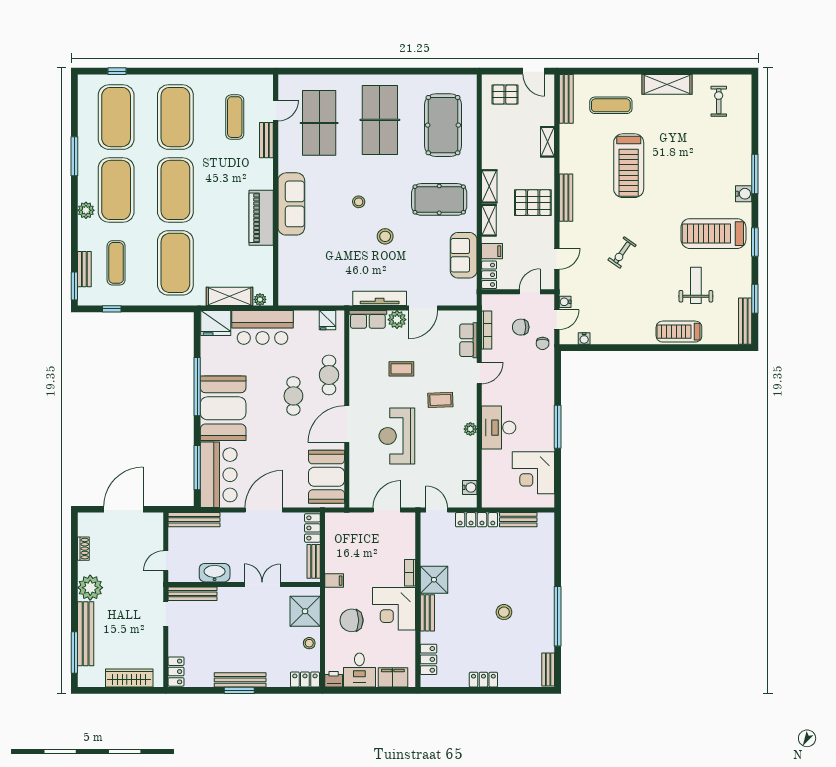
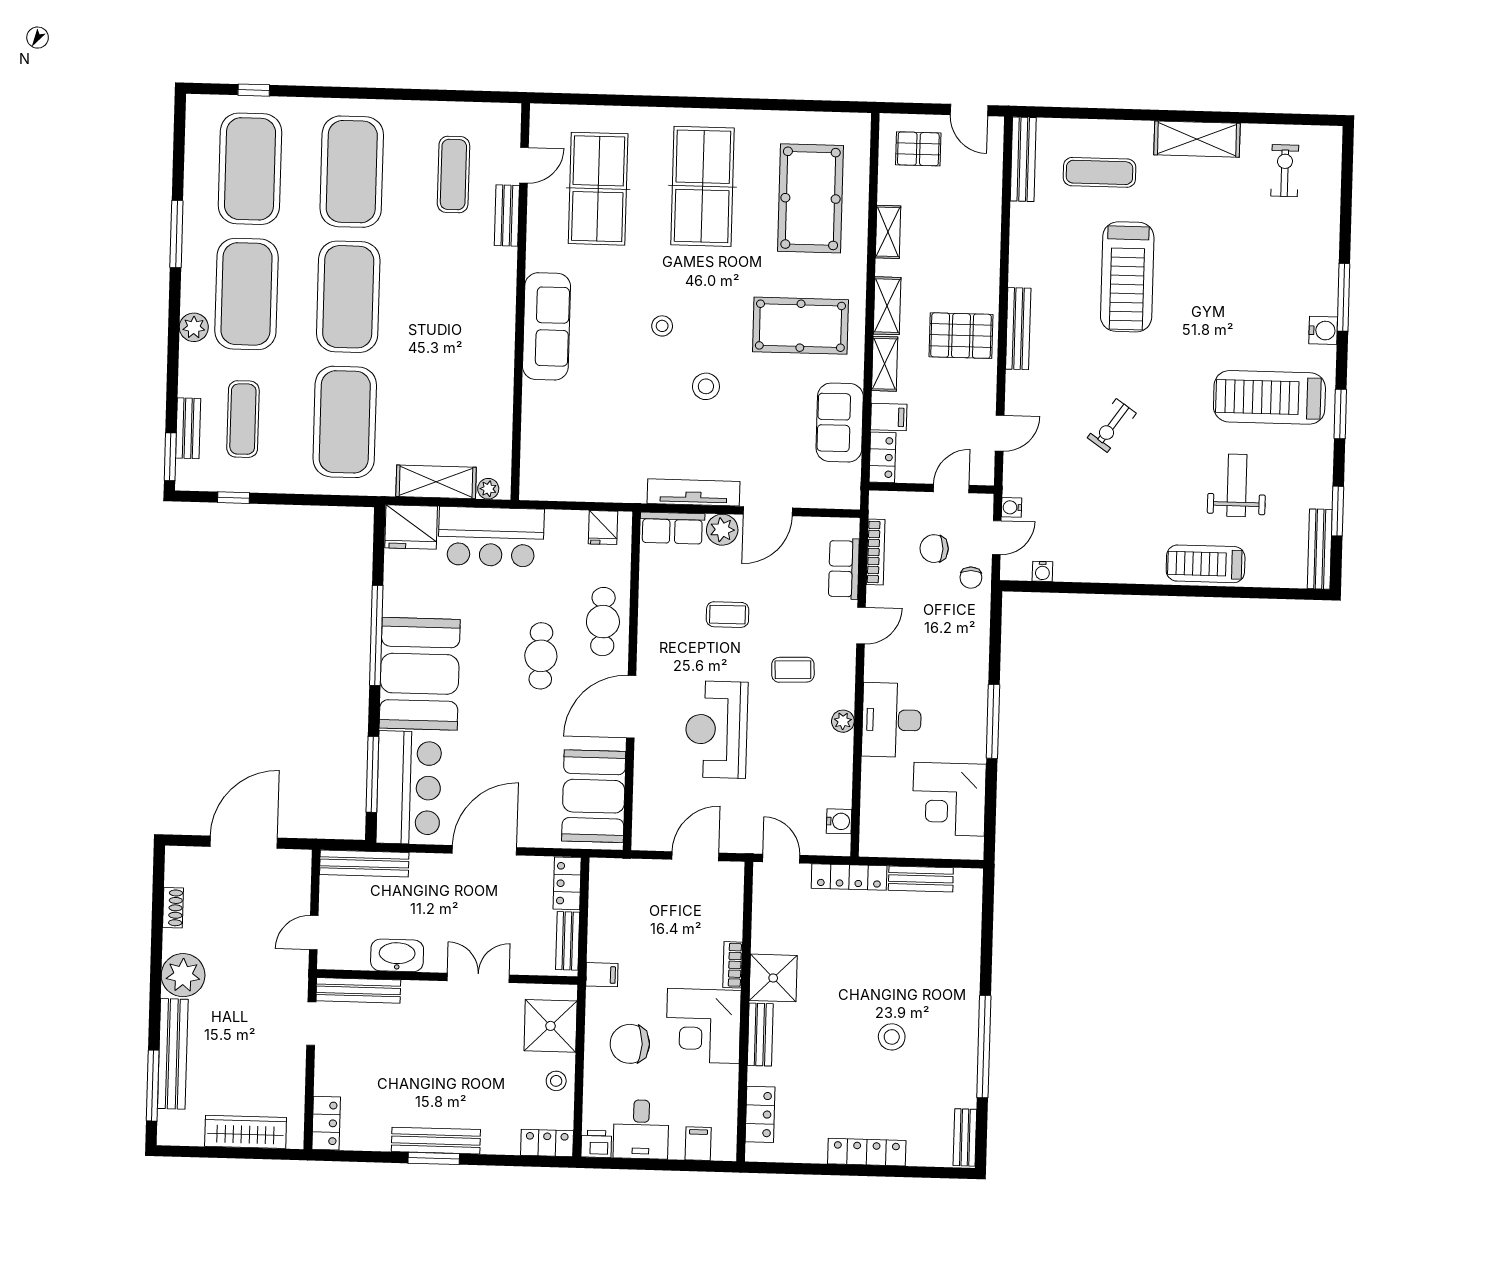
shelving: (548, 142) -> (888, 232), moved
piano: (261, 218) -> (494, 349), removed
filing cabinet: (393, 677) -> (698, 1144), width x0.50
locker: (483, 680) -> (867, 1152), width x1.53

